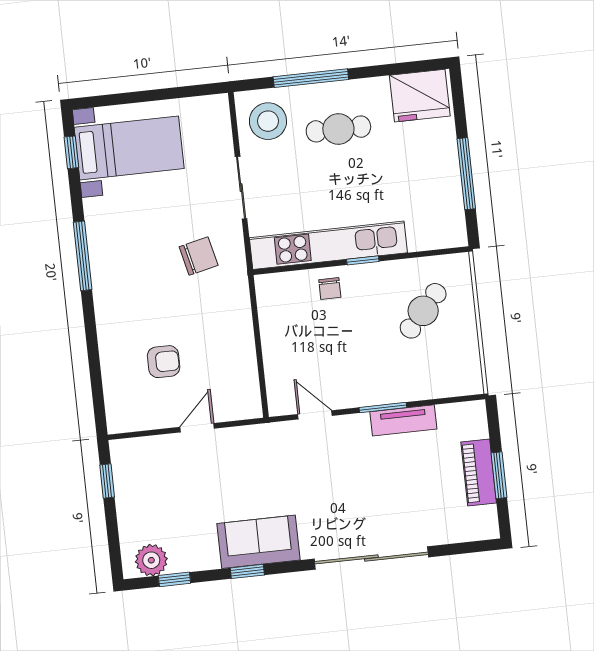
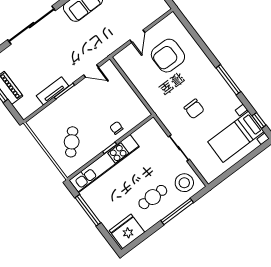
kitchen unit: (328, 245) -> (104, 164), moved
chair: (199, 256) -> (194, 109), moved, turned -77
armchair: (164, 362) -> (168, 56), width x1.88, depth x1.88

